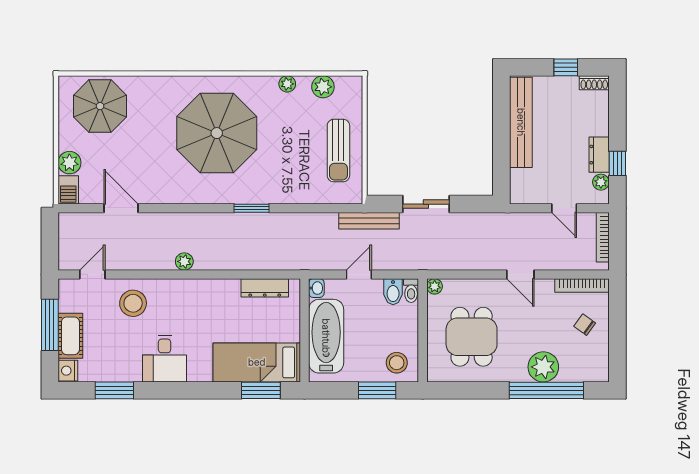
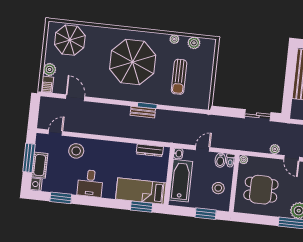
sun lounger: (338, 151) -> (179, 77), moved
sliding door: (426, 204) -> (258, 115), moved
bench: (369, 221) -> (143, 112), moved, width x0.73
plant: (184, 261) -> (275, 149), moved
dining table: (472, 337) -> (261, 190), turned 90
stool: (397, 363) -> (218, 188), moved

